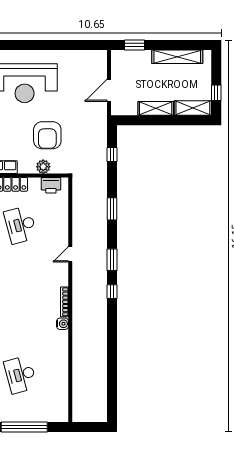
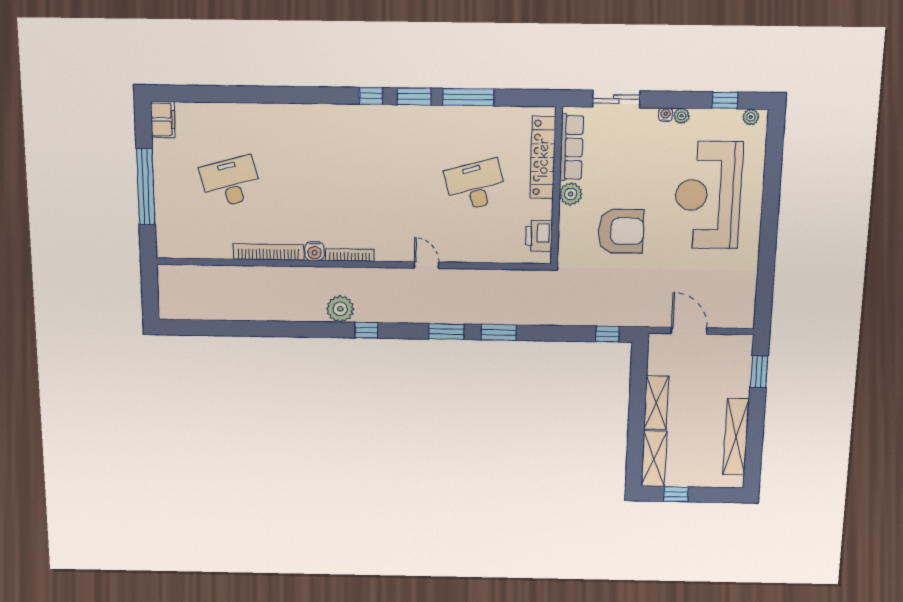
armchair: (47, 135) -> (621, 231), turned 180
window: (112, 154) -> (608, 334), moved
plant: (43, 167) -> (571, 194), moved
window: (112, 260) -> (446, 332), moved
plant: (99, 308) -> (340, 309), added
bookcase: (63, 352) -> (269, 252), added

